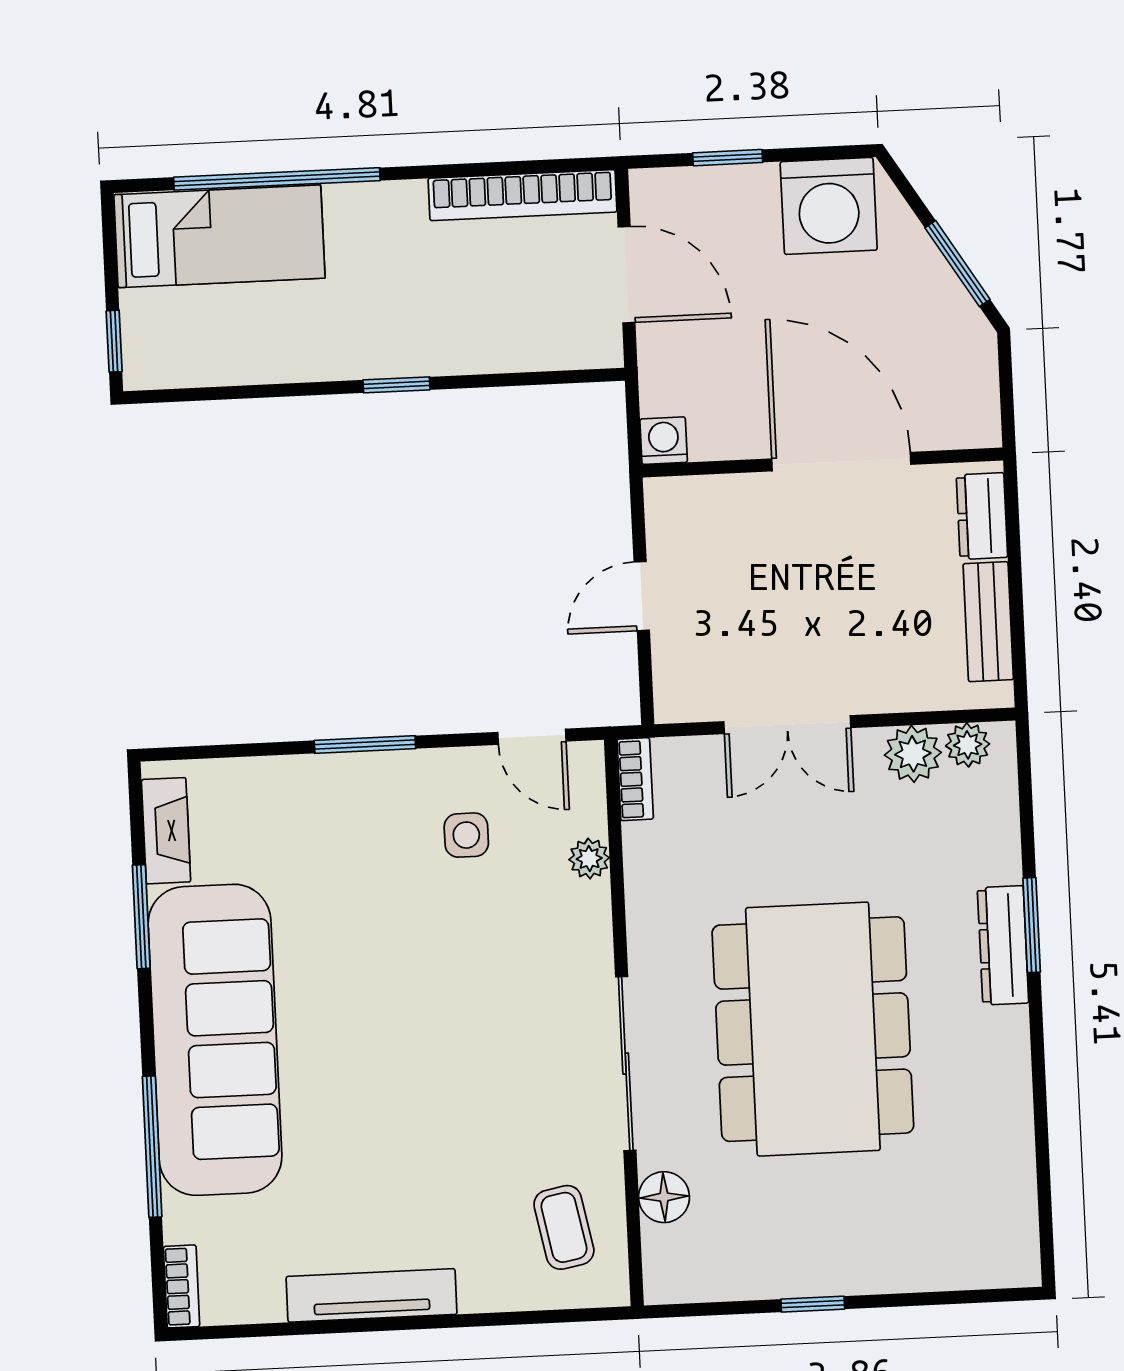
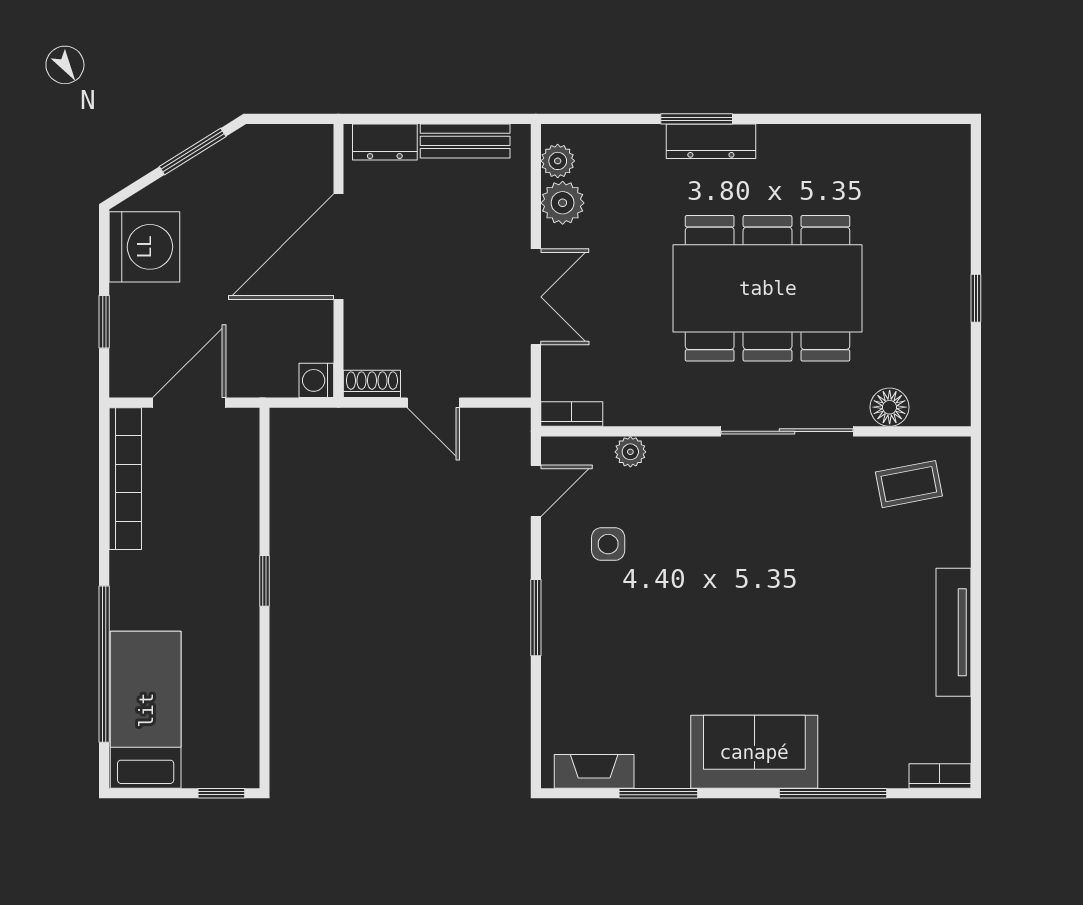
shoe rack: (663, 514) -> (372, 384), added
sofa: (215, 1040) -> (754, 752), width x0.54, depth x0.79

